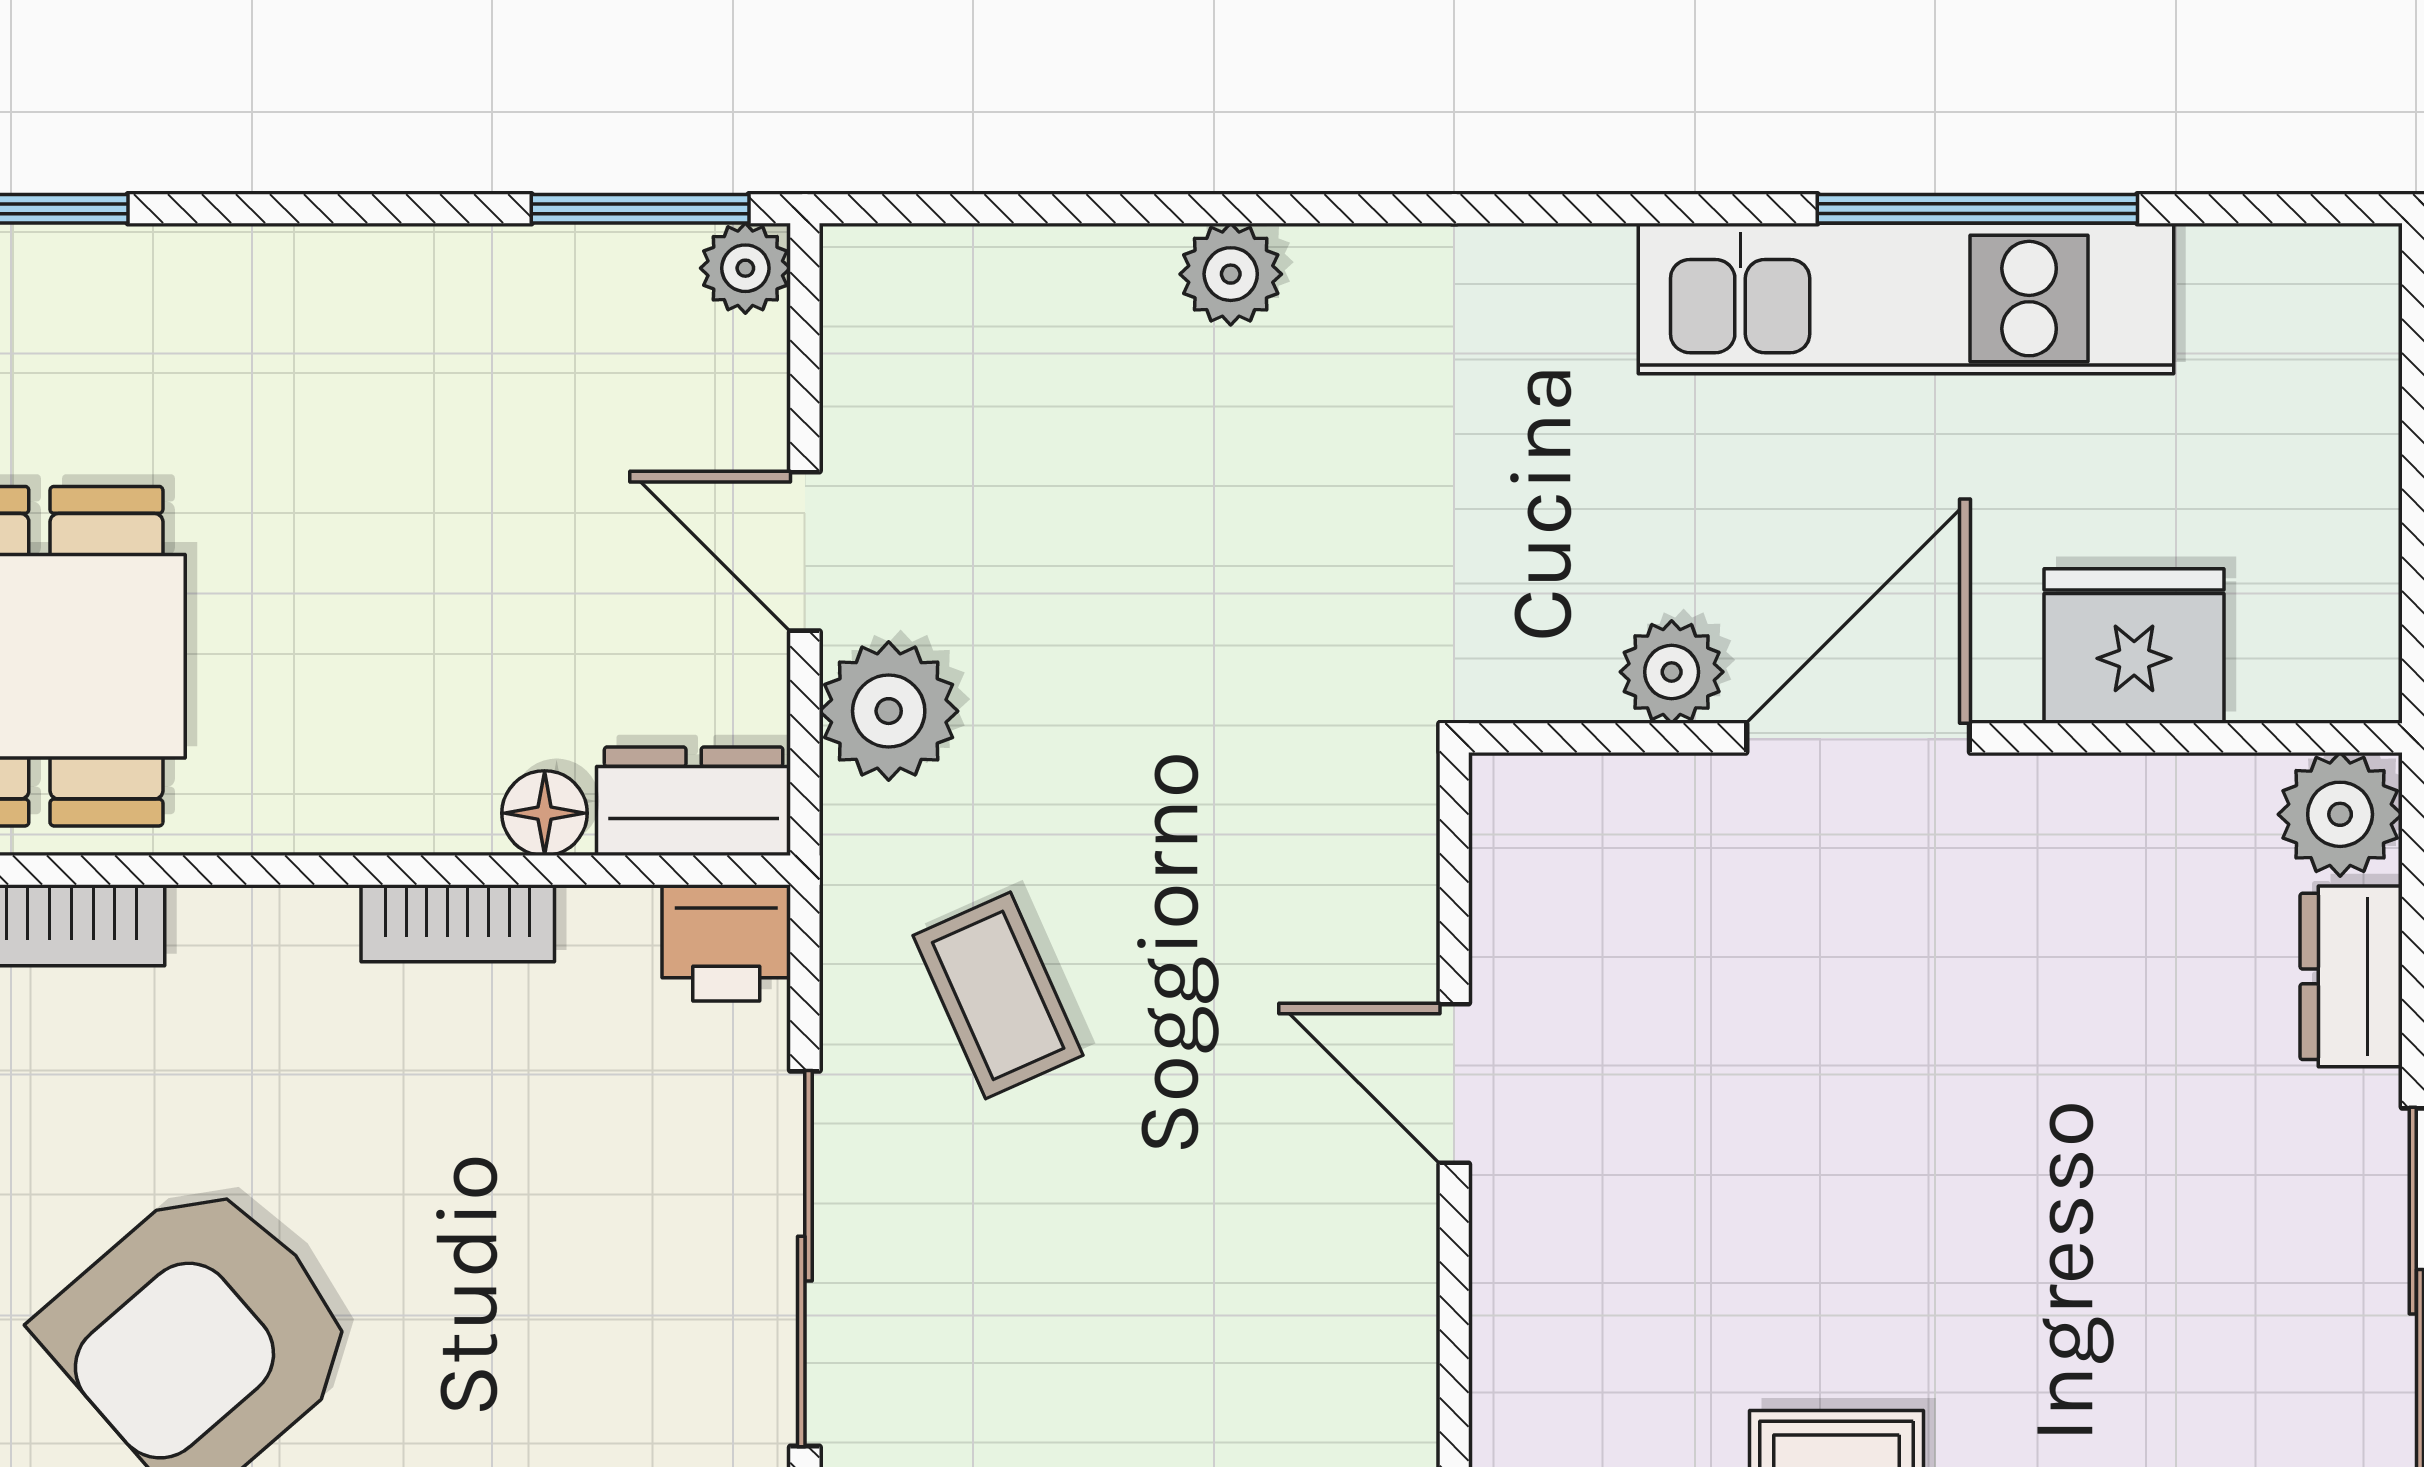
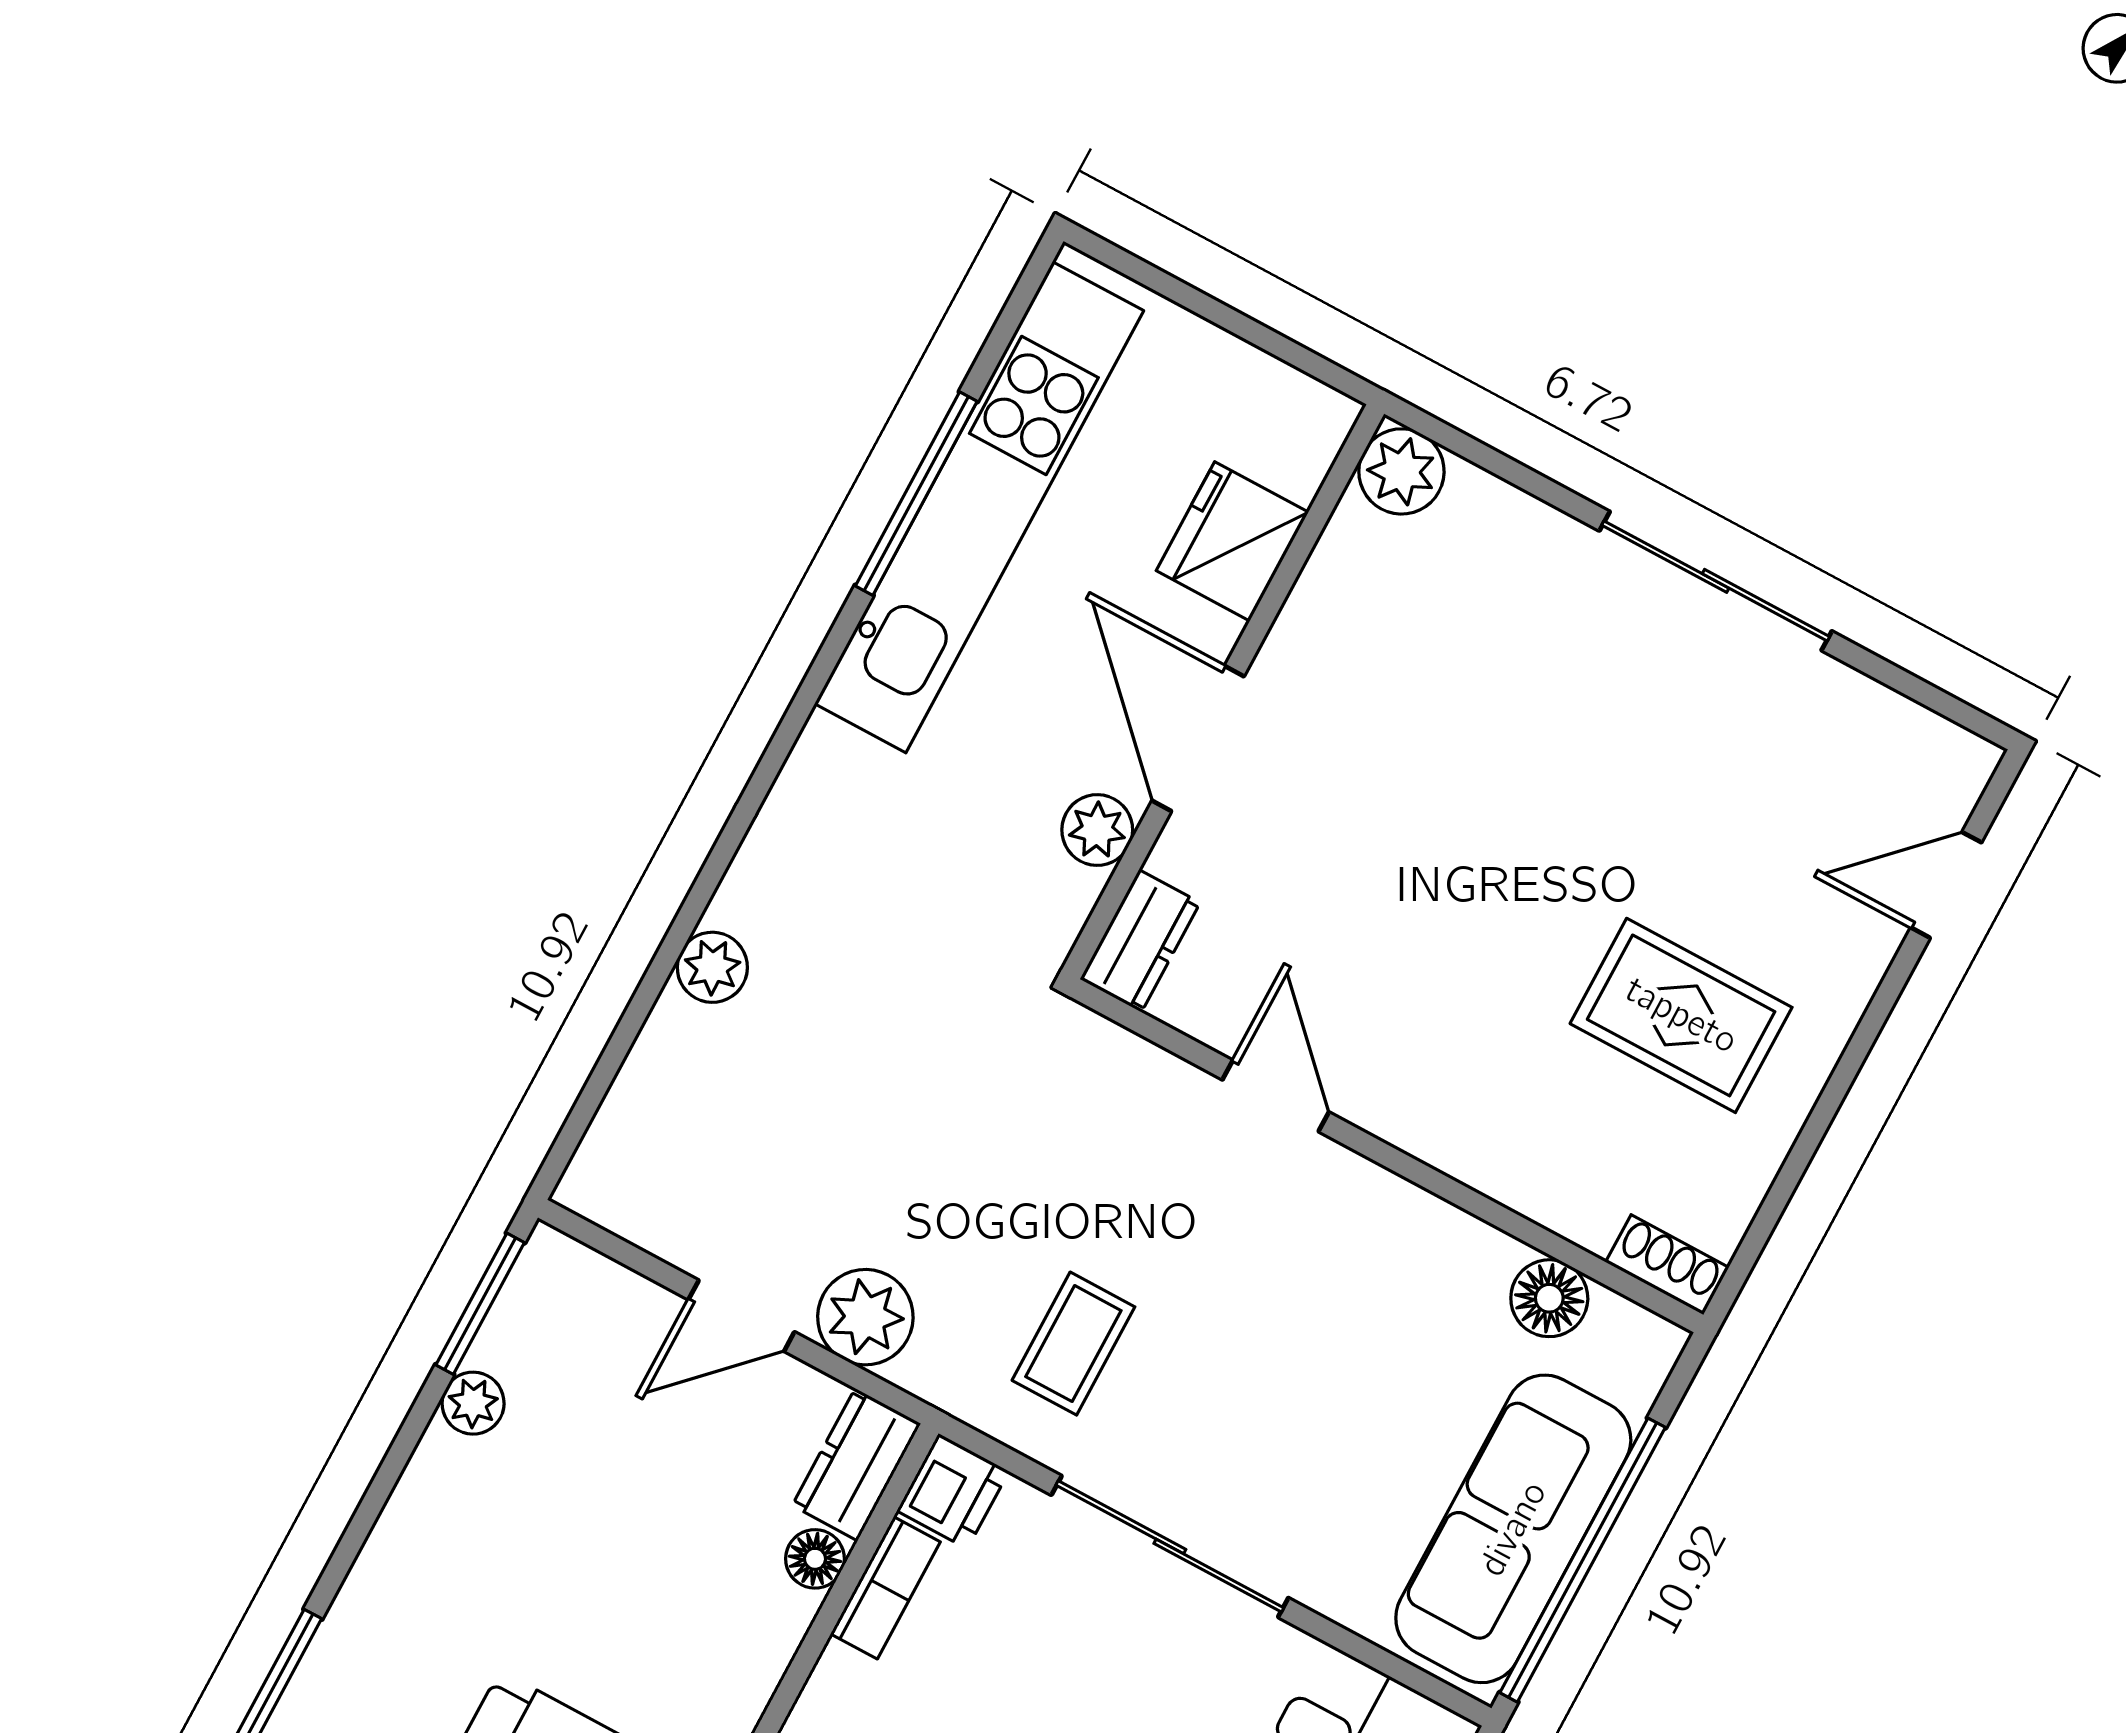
plant: (745, 268) -> (473, 1403), moved
kitchen unit: (1906, 299) -> (979, 507), width x1.36
bookcase: (458, 923) -> (885, 1588), moved
dresser: (2351, 976) -> (1140, 941), moved, turned -90
coffee table: (998, 995) -> (1073, 1344), turned -66
door: (1454, 1084) -> (1276, 1096), swing flipped

